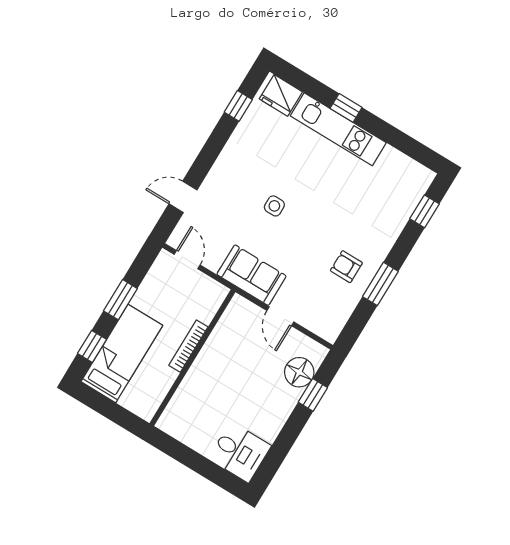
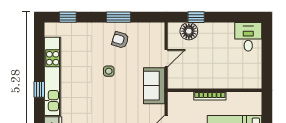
kitchen unit: (338, 129) -> (53, 76), width x1.36
side table: (274, 206) -> (109, 71), moved
armchair: (346, 267) -> (120, 40), turned 107

